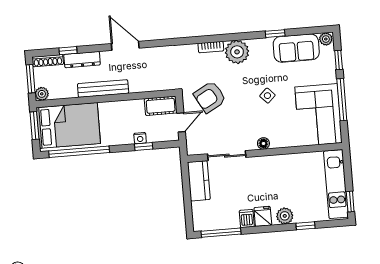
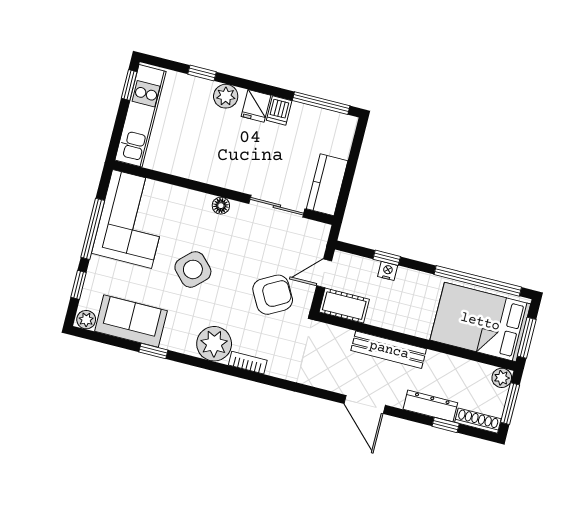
bench: (103, 89) -> (389, 350), moved
side table: (267, 96) -> (193, 269), width x1.87, depth x1.87

